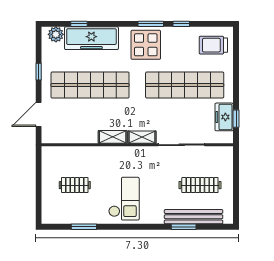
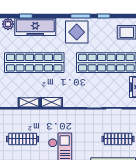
shelving: (142, 137) -> (29, 102), moved
clothes rail: (75, 185) -> (23, 139), width x1.36

